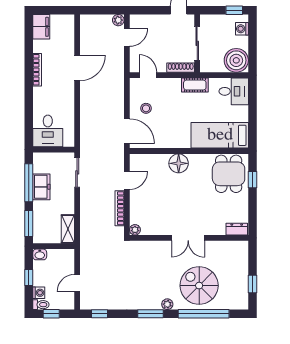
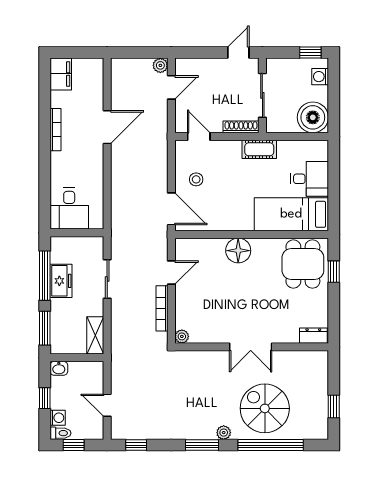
desk: (234, 91) -> (309, 179), moved
sliding door: (77, 172) -> (107, 279), moved
door: (77, 283) -> (107, 405), hinge flipped

